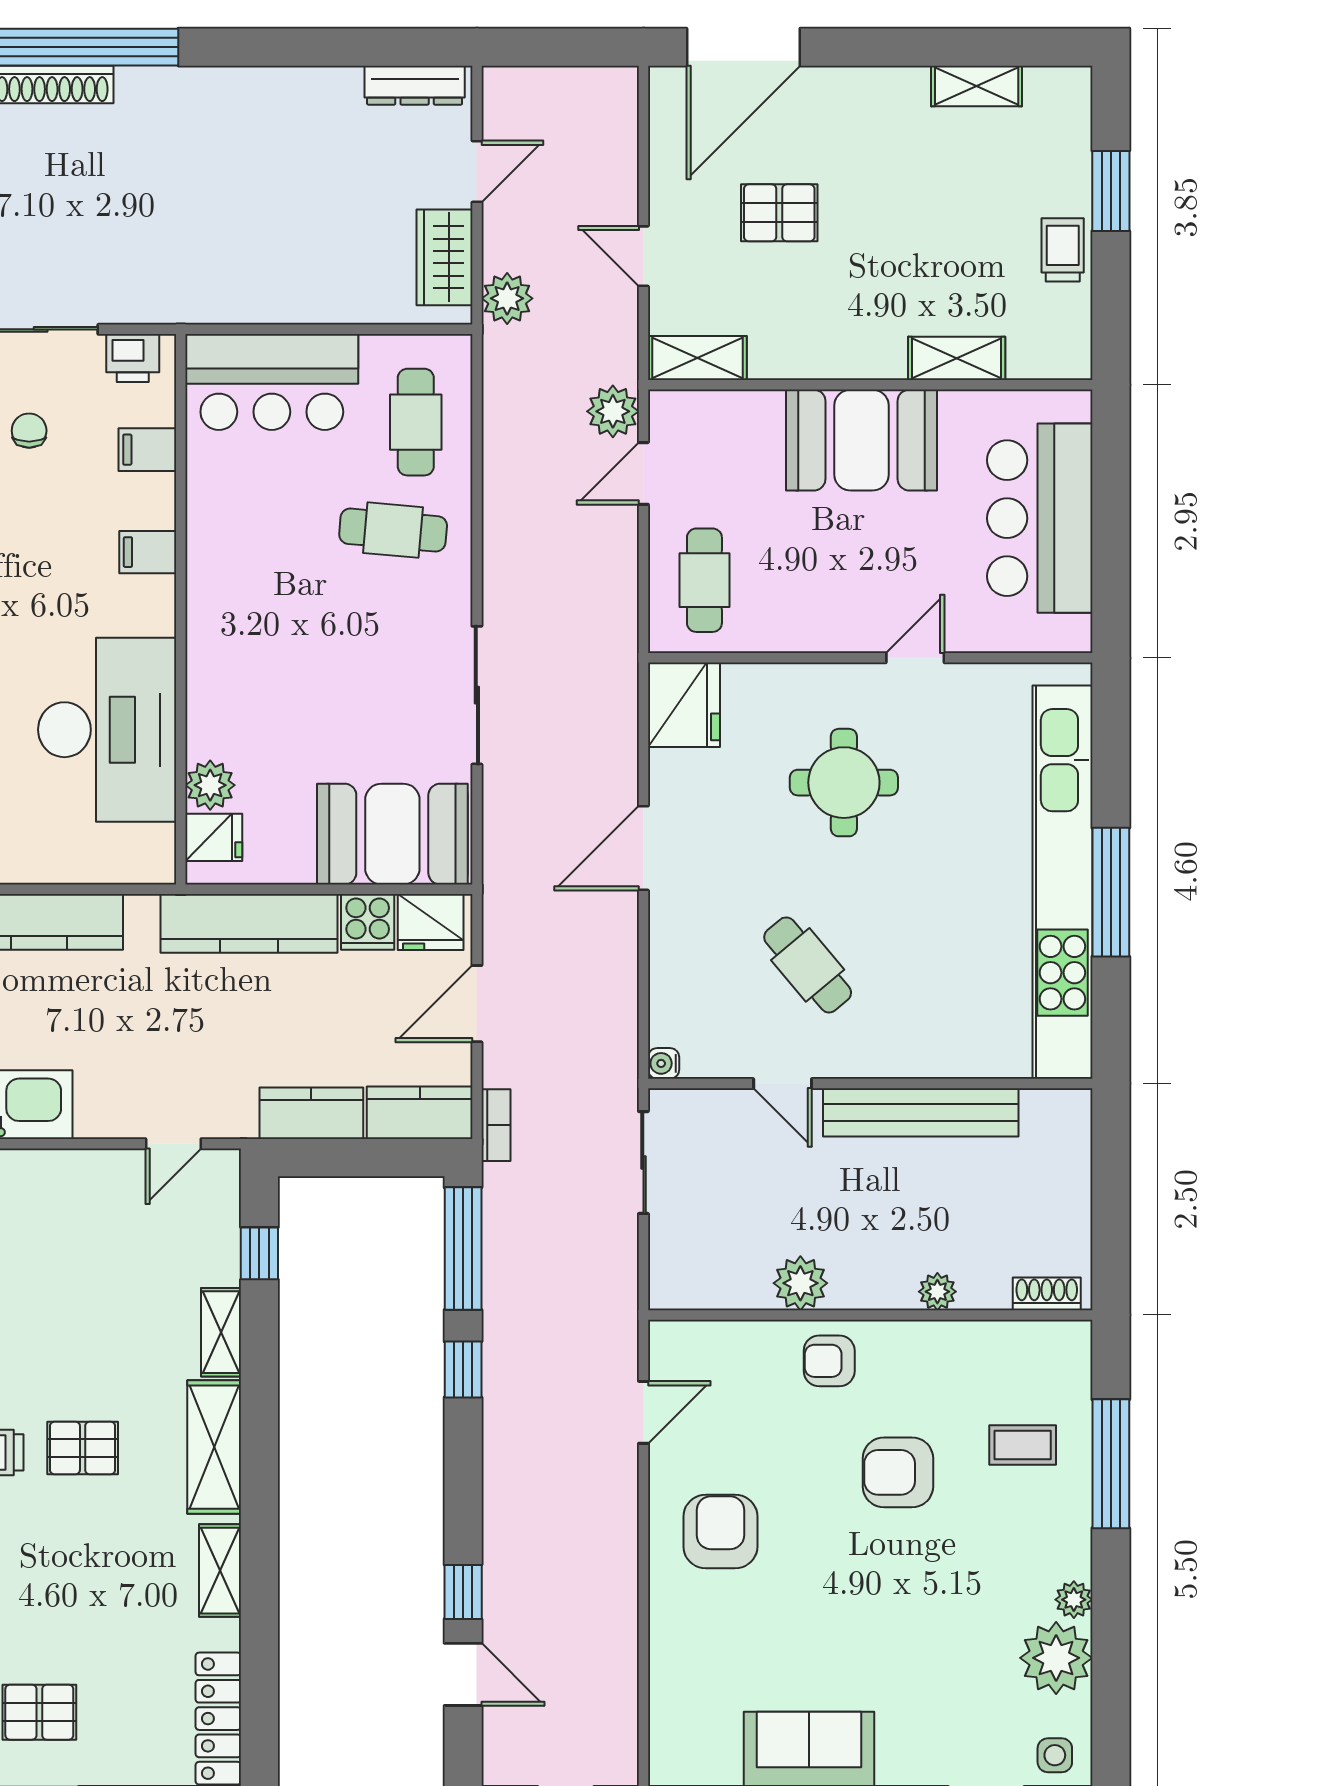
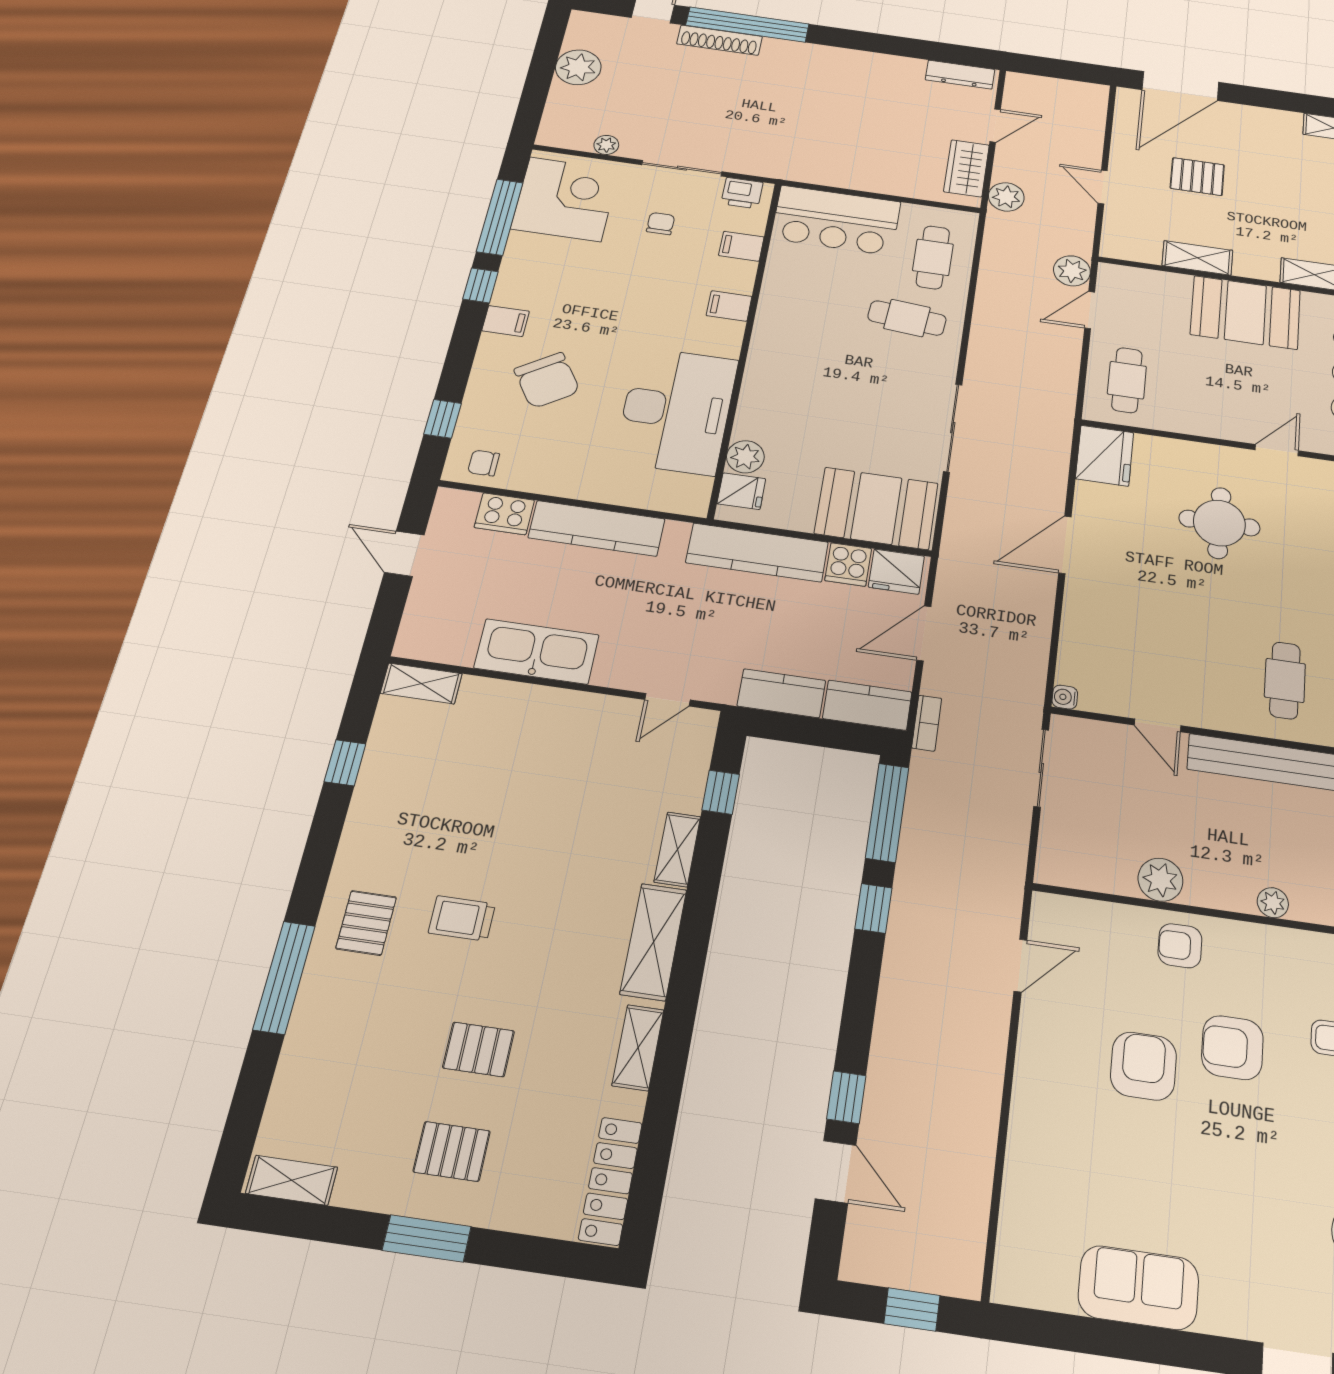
shelving: (697, 358) -> (1197, 258), moved
cafe table: (808, 965) -> (1285, 680), moved, turned 40
pallet: (83, 1448) -> (479, 1049), moved
armchair: (720, 1532) -> (1143, 1066), moved

